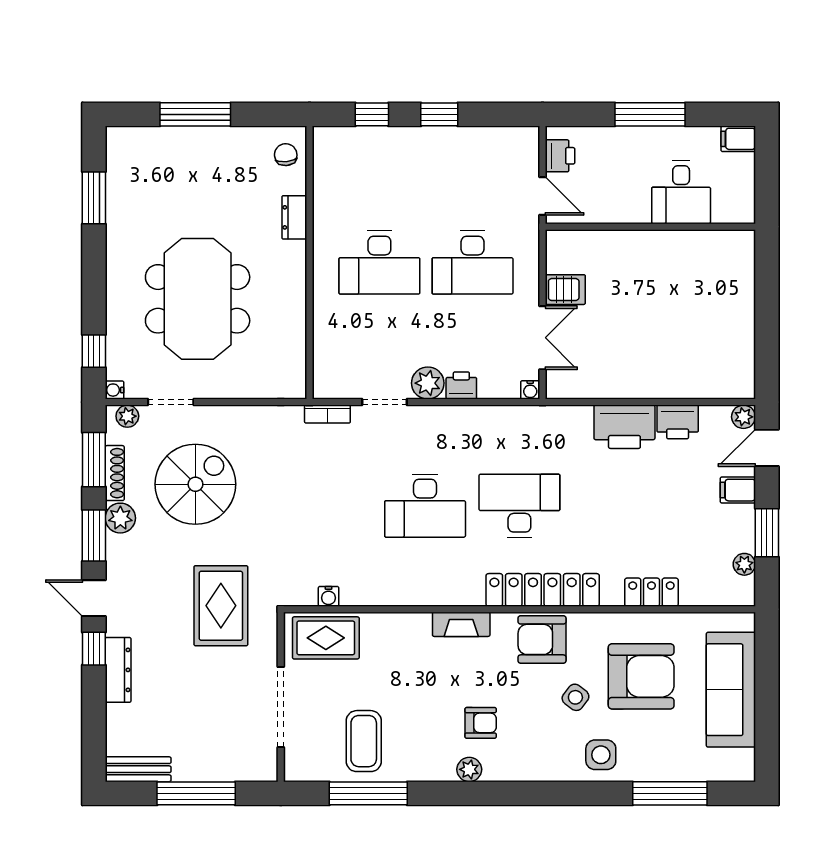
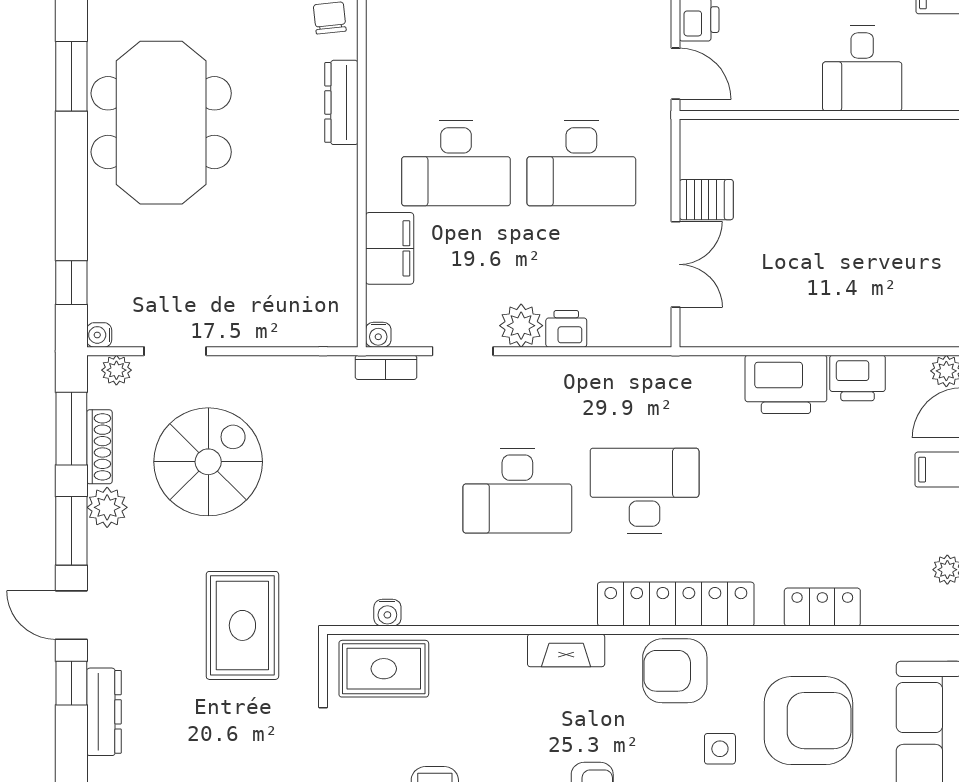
dresser: (294, 217) -> (341, 102), width x1.44
meeting table: (198, 299) -> (161, 123), moved
filing cabinet: (330, 326) -> (390, 248), added
water cooler: (530, 390) -> (378, 335), moved
side table: (575, 697) -> (720, 749), turned -37

